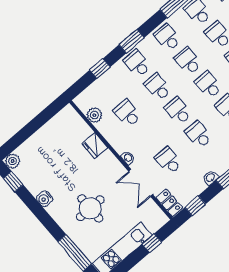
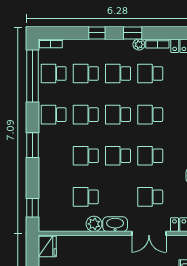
school desk: (137, 63) -> (54, 156), removed
window: (100, 69) -> (32, 208), moved
plant: (94, 115) -> (94, 224), moved
fridge: (95, 146) -> (47, 247), moved, turned -90
washbasin: (128, 158) -> (115, 224), width x1.91, depth x1.45

